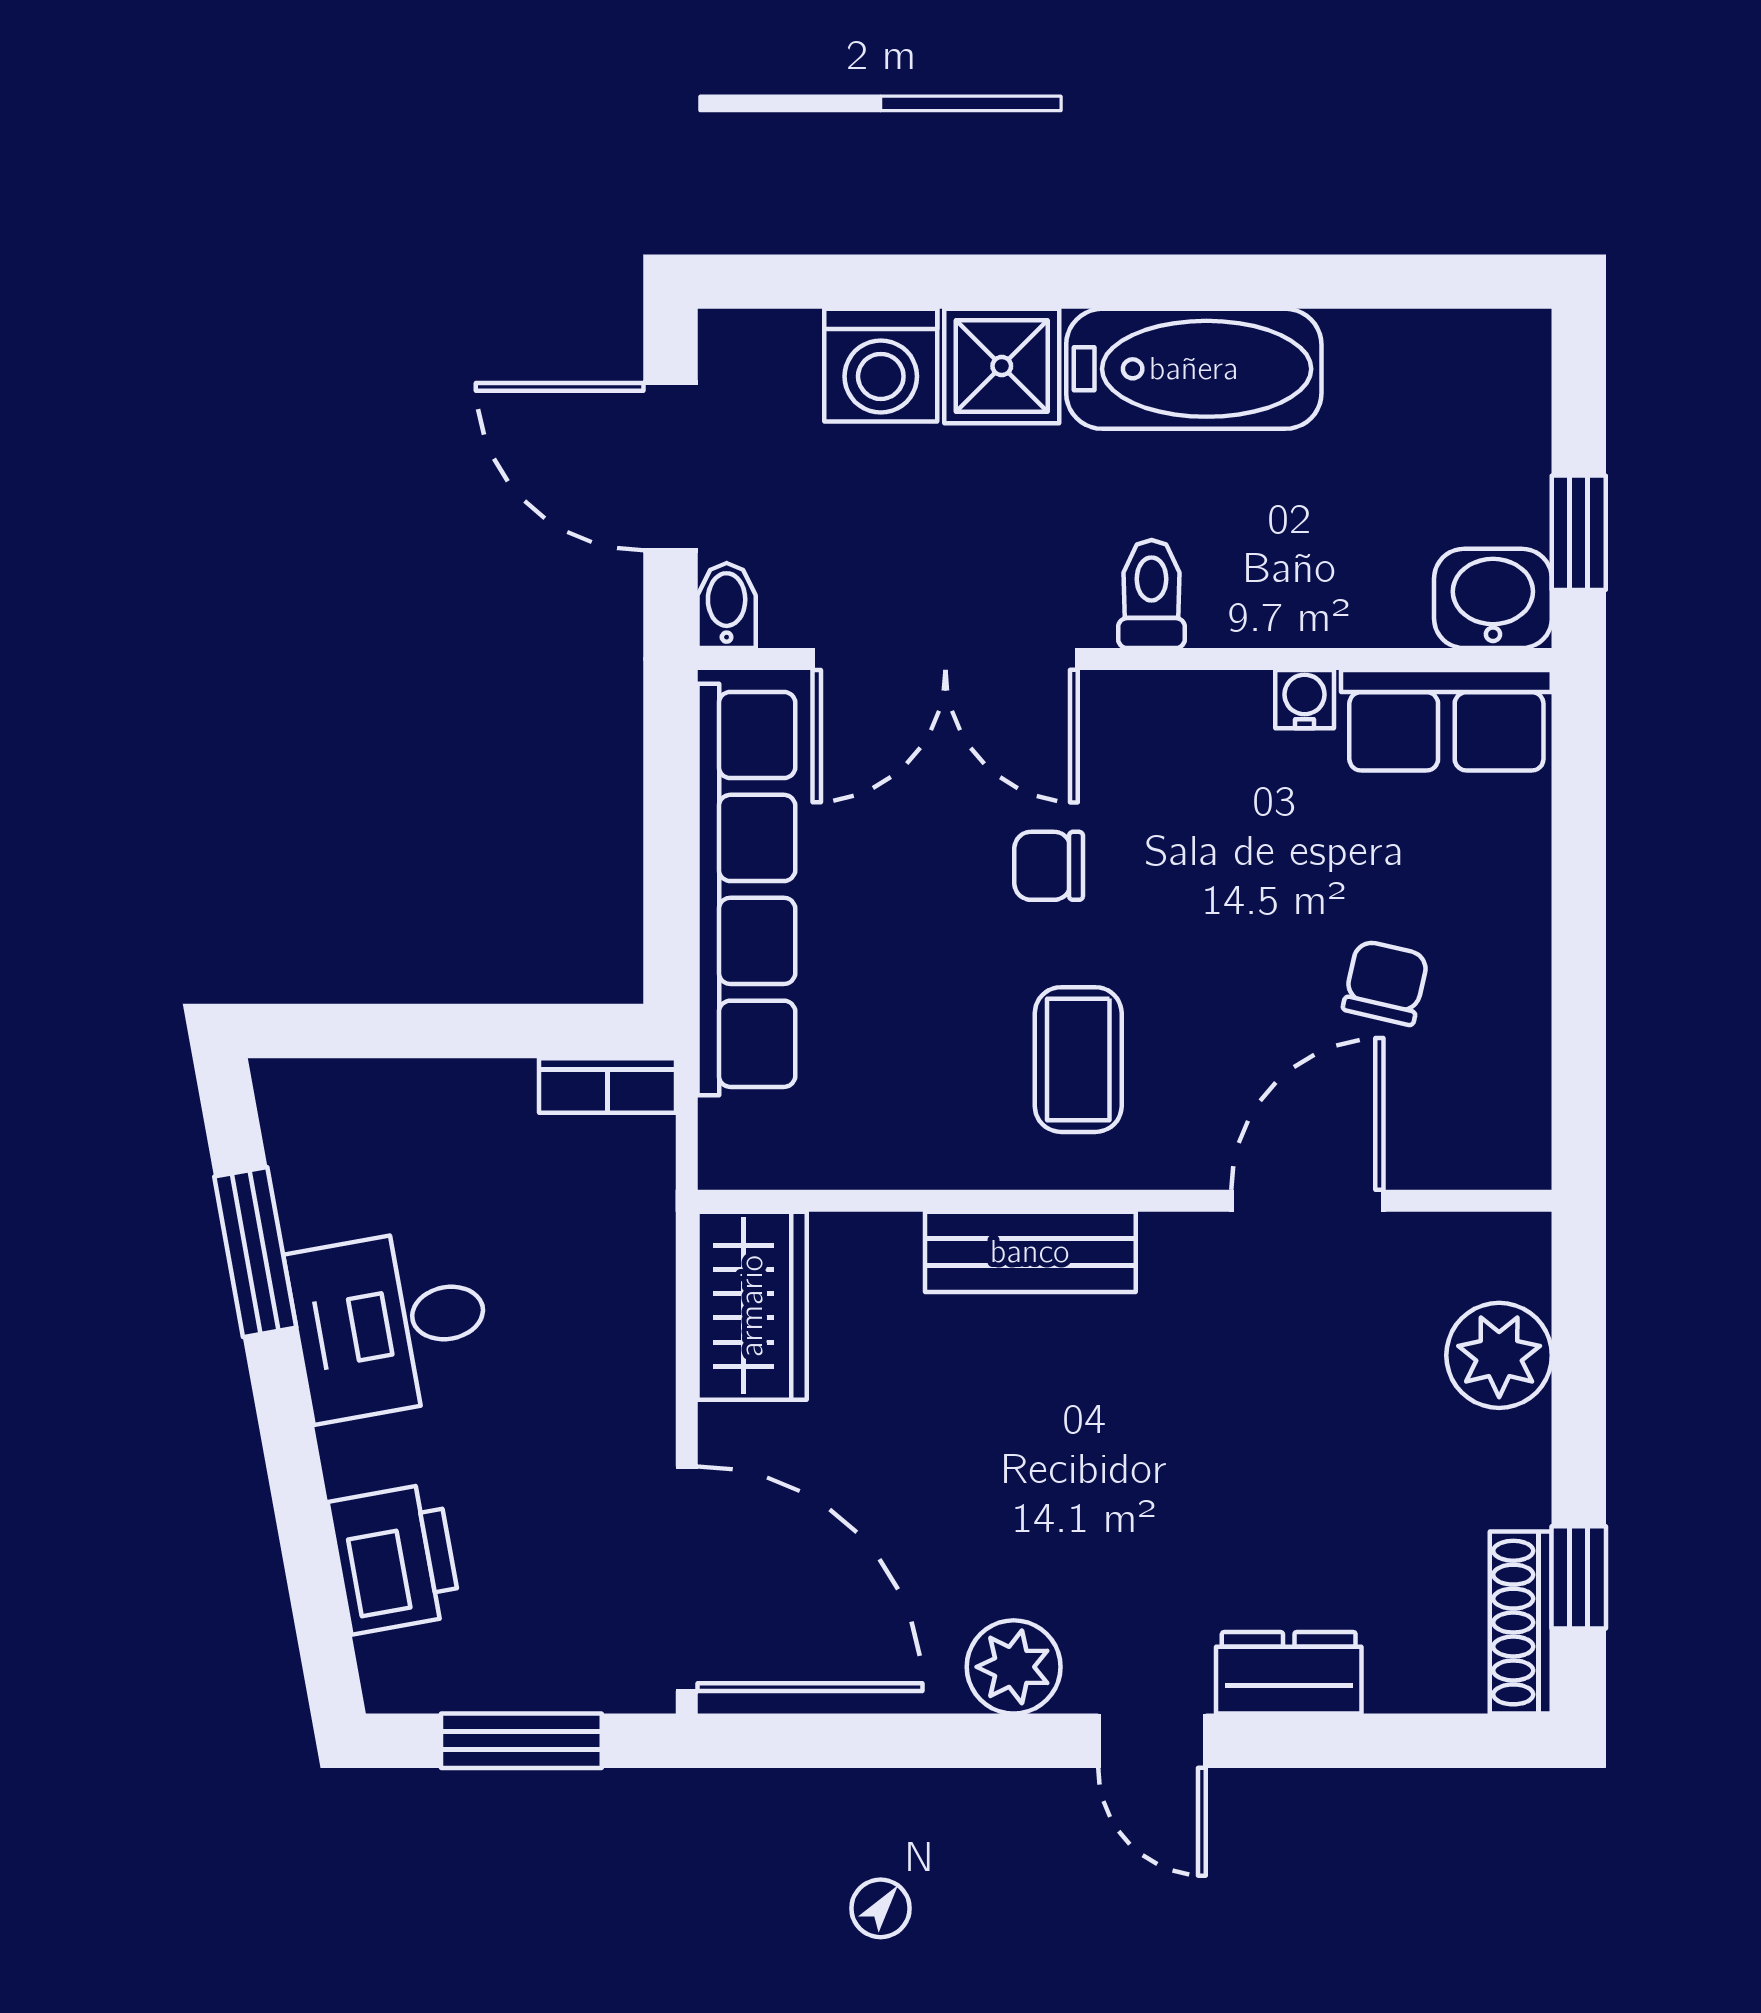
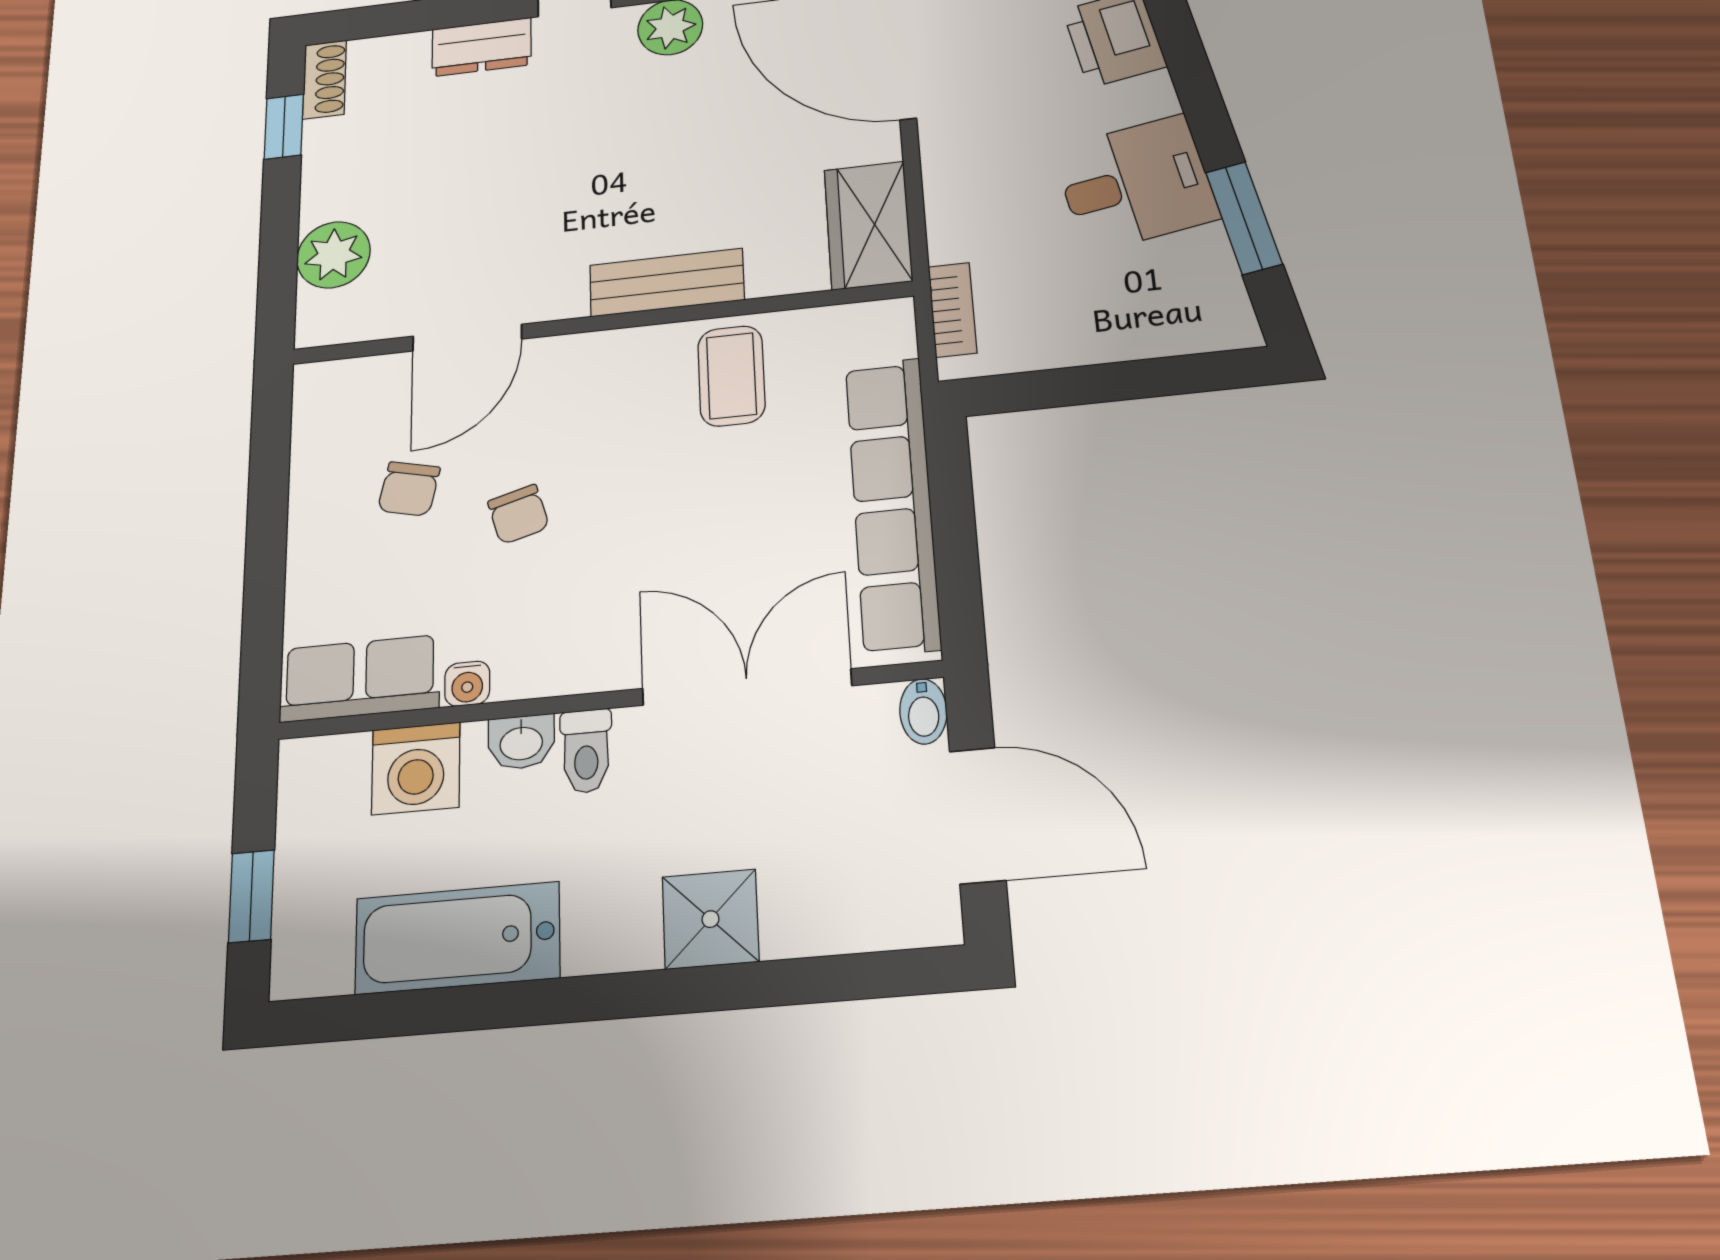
washing machine: (881, 365) -> (416, 768), moved, turned 180
bathtub: (1194, 369) -> (457, 938), moved
window: (1579, 533) -> (251, 896), moved
washbasin: (1493, 598) -> (521, 742), moved, width x0.72, depth x0.69
chair: (1049, 866) -> (518, 514), moved, turned 74
coffee table: (1078, 1060) -> (731, 376), moved
bookcase: (607, 1086) -> (952, 310), moved, turned 90
shoe rack: (1521, 1623) -> (325, 80), width x0.70

